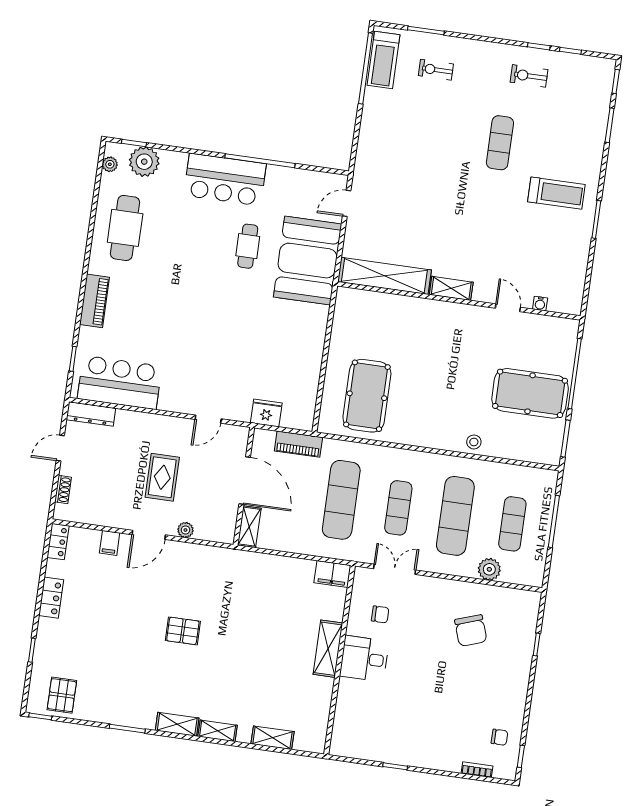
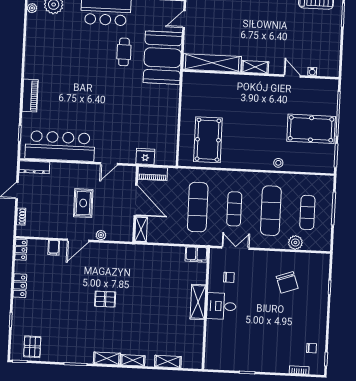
cafe table: (125, 228) -> (45, 48), removed
bar counter: (120, 382) -> (60, 146), width x1.36
piano: (298, 444) -> (153, 174), moved

